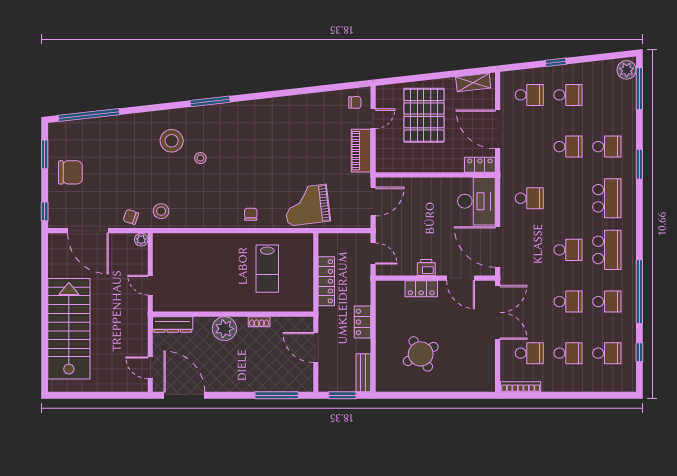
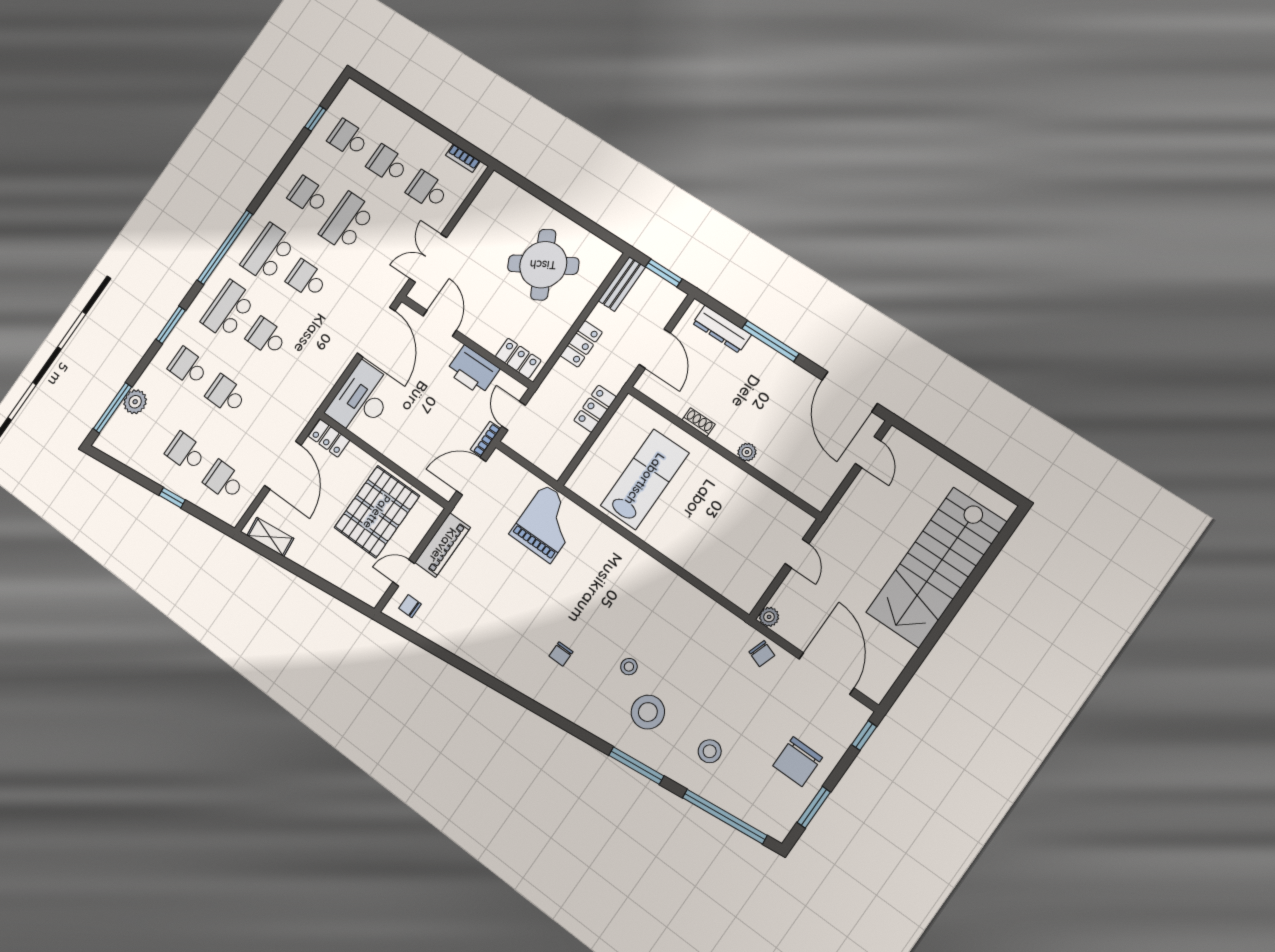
plant: (627, 70) -> (135, 402), moved
window: (210, 101) -> (636, 766), moved
pallet: (424, 115) -> (377, 512), moved
chair: (70, 172) -> (798, 762), turned -90
school desk: (529, 198) -> (266, 337), moved
grand piano: (307, 205) -> (547, 523), turned -83
stool: (161, 211) -> (710, 751), moved
chair: (251, 214) -> (561, 654), moved
bookcase: (380, 229) -> (485, 439), added
printer: (426, 268) -> (473, 370), width x1.87, depth x1.48
lab bench: (267, 269) -> (645, 479), width x1.36, depth x1.39
locker: (326, 281) -> (595, 409), width x0.66
locker: (421, 289) -> (518, 358), moved
window: (639, 292) -> (225, 247), moved
school desk: (568, 302) -> (347, 222), width x1.85
double door: (498, 312) -> (428, 258), width x0.73
dresser: (173, 324) -> (722, 329), moved, turned 180
plant: (224, 329) -> (747, 452), width x0.53, depth x0.53
round table: (421, 354) -> (543, 265), width x1.36, depth x1.36
bookcase: (521, 387) -> (463, 158), width x0.64
window: (277, 395) -> (770, 341), moved

